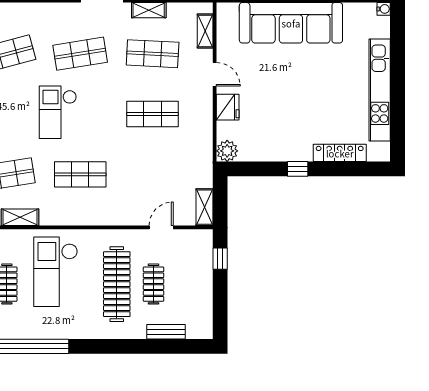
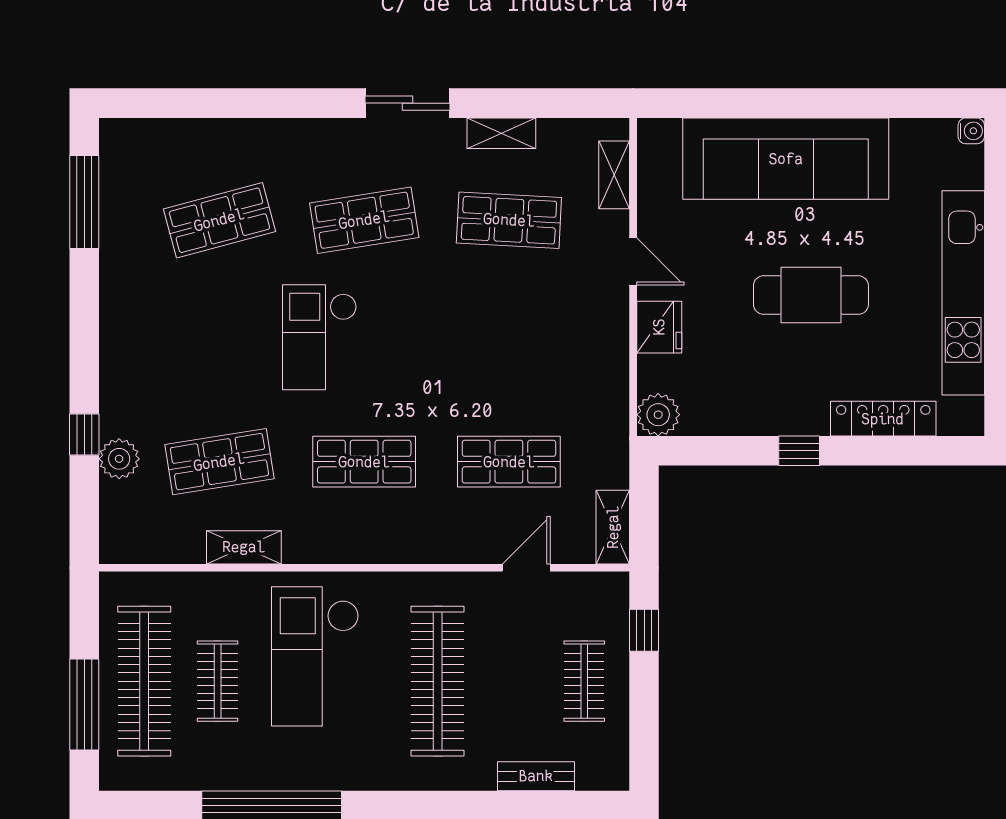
cafe table: (304, 91) -> (811, 295), added
shop shelf: (153, 114) -> (509, 462), moved
clothes rail: (153, 284) -> (584, 681), moved

